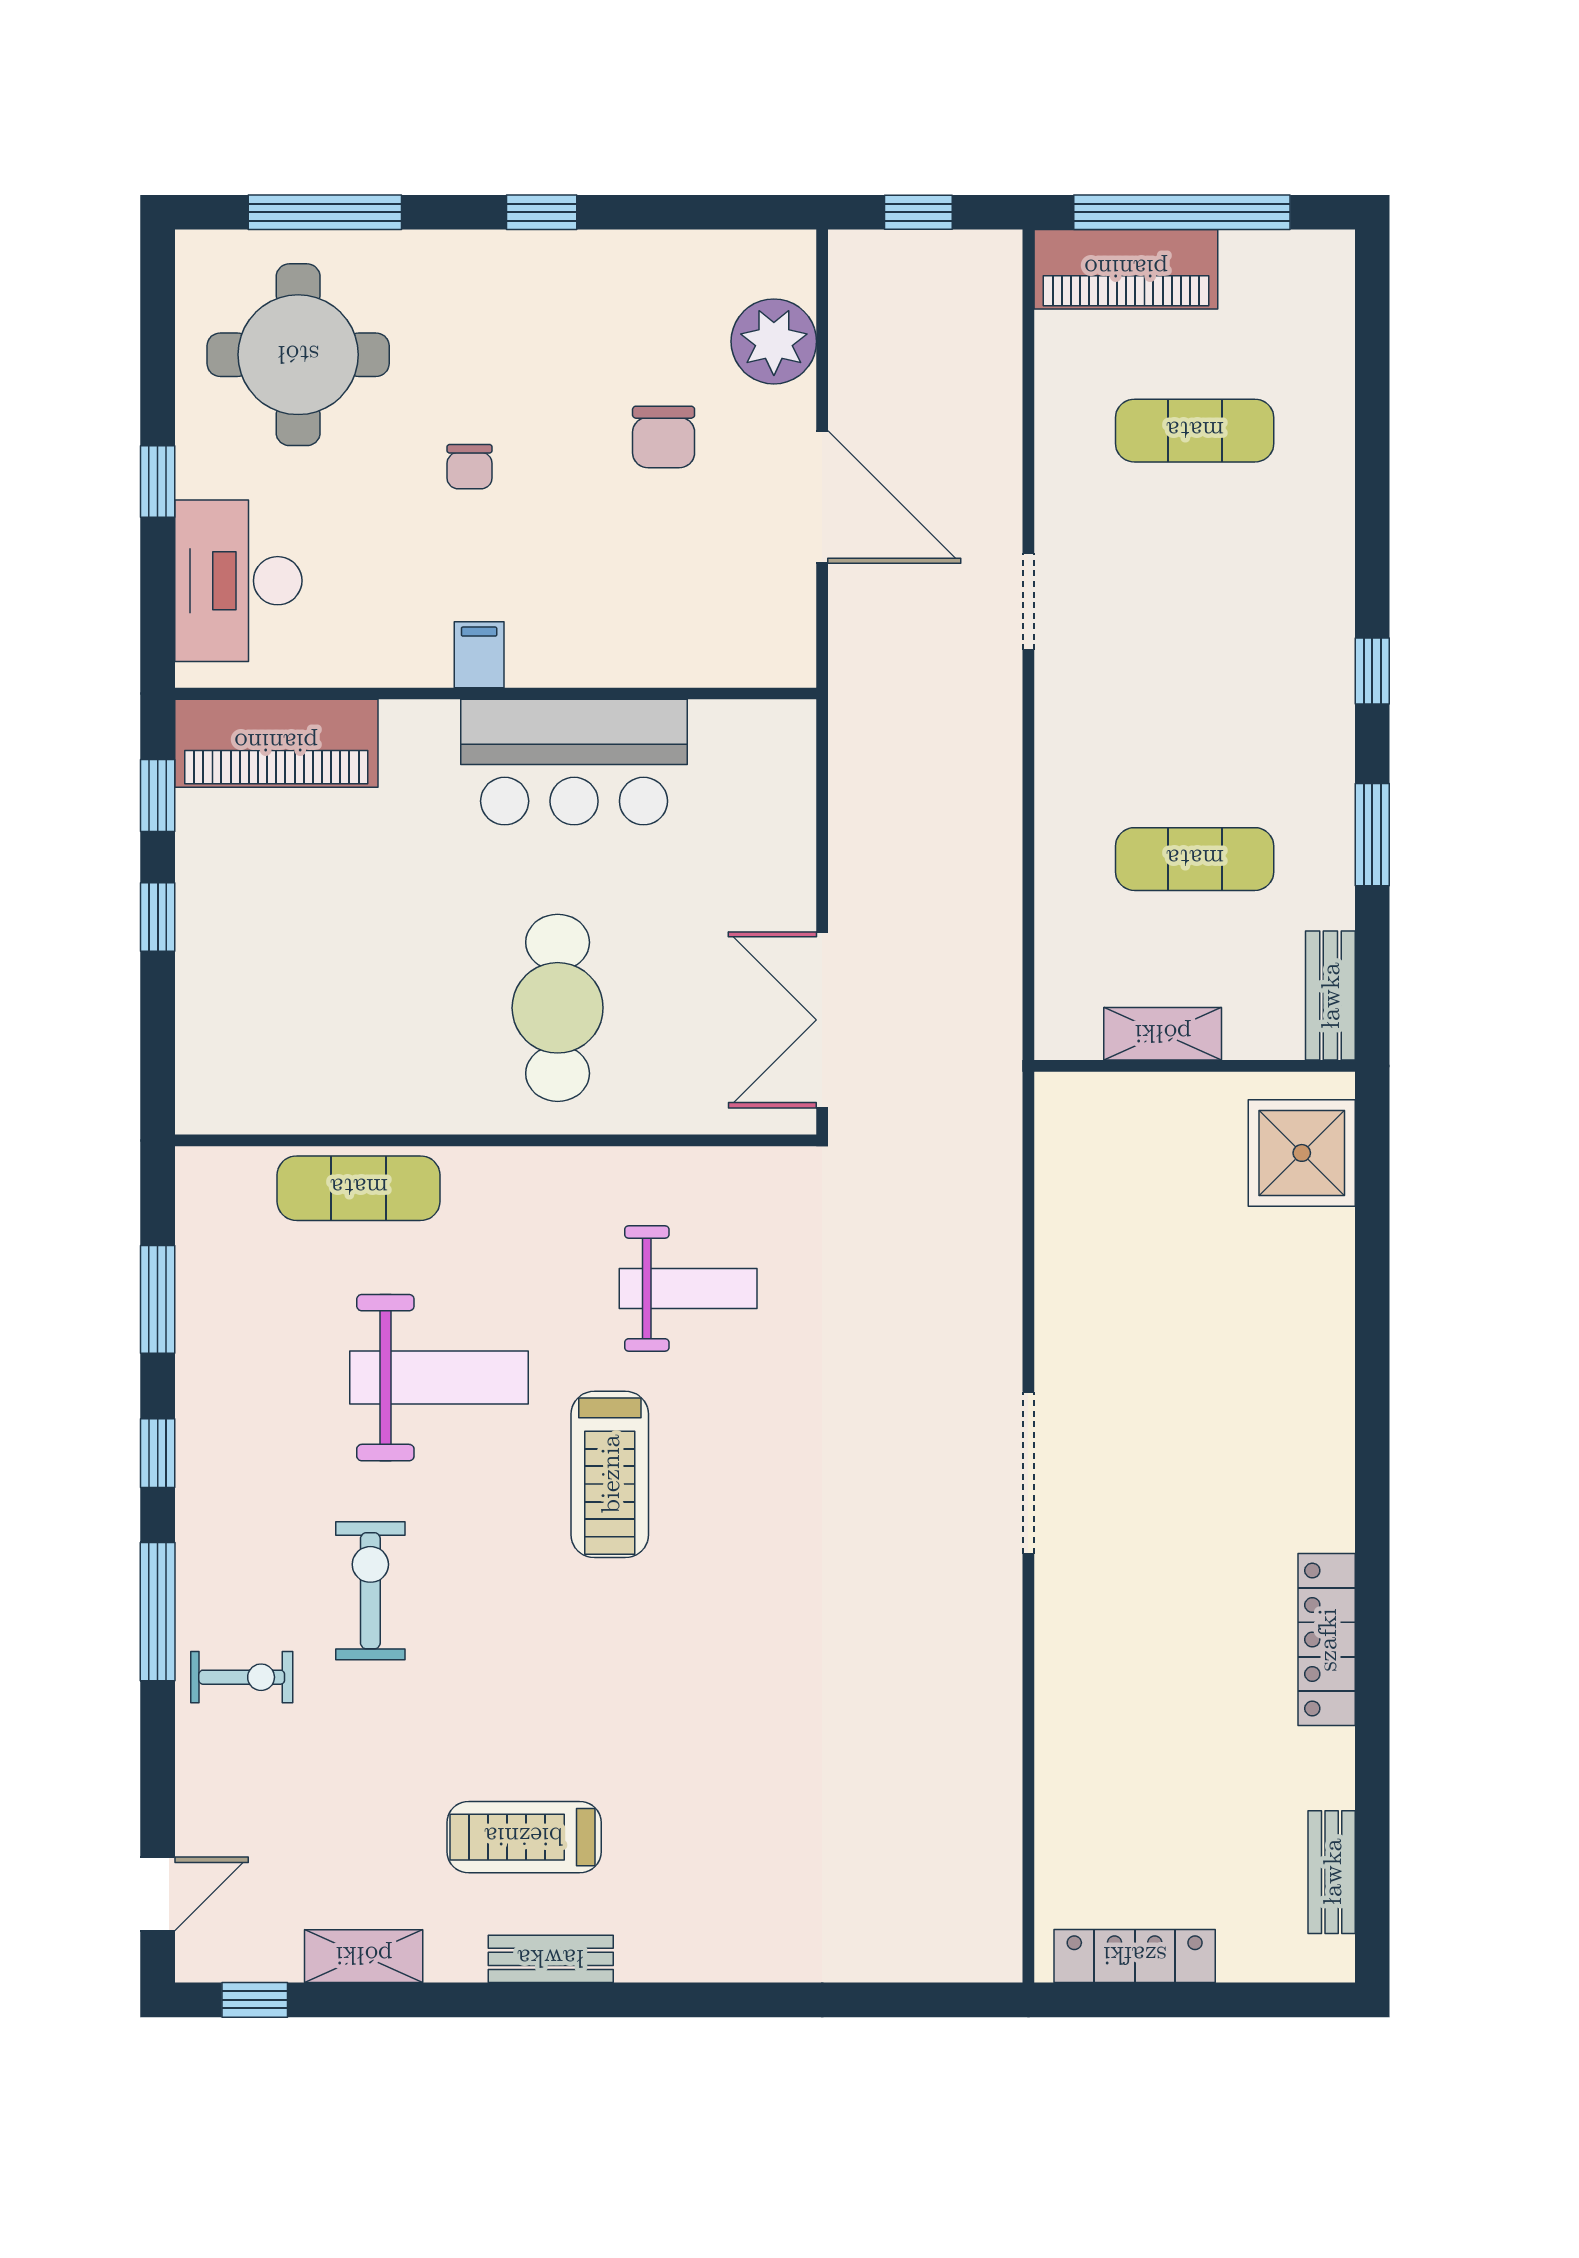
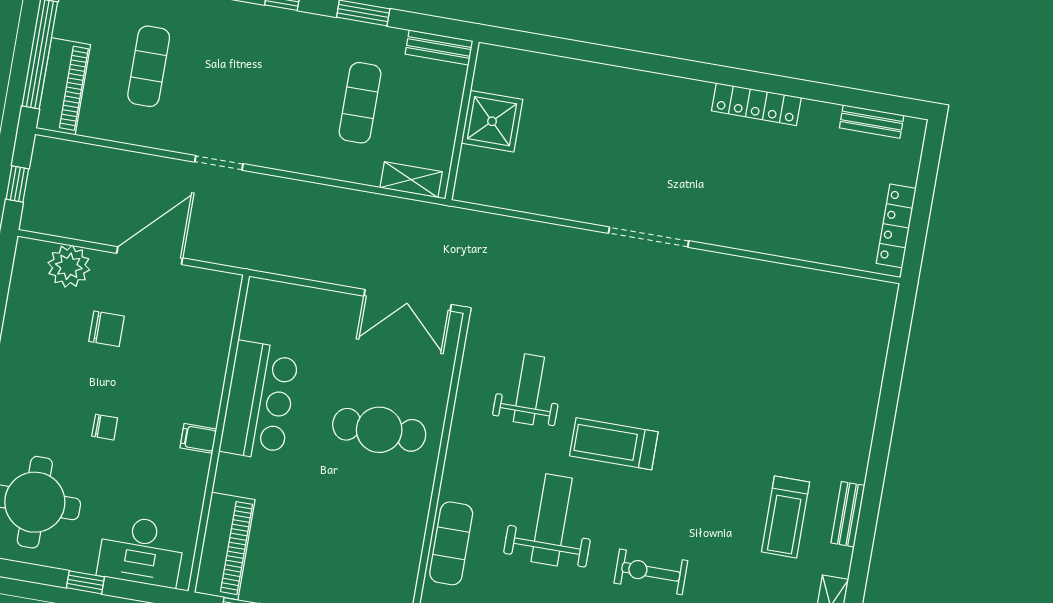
shelving: (1163, 1034) -> (411, 180), moved, turned 90
shower: (1302, 1153) -> (492, 121), moved
treadmill: (610, 1474) -> (614, 444), turned 180

